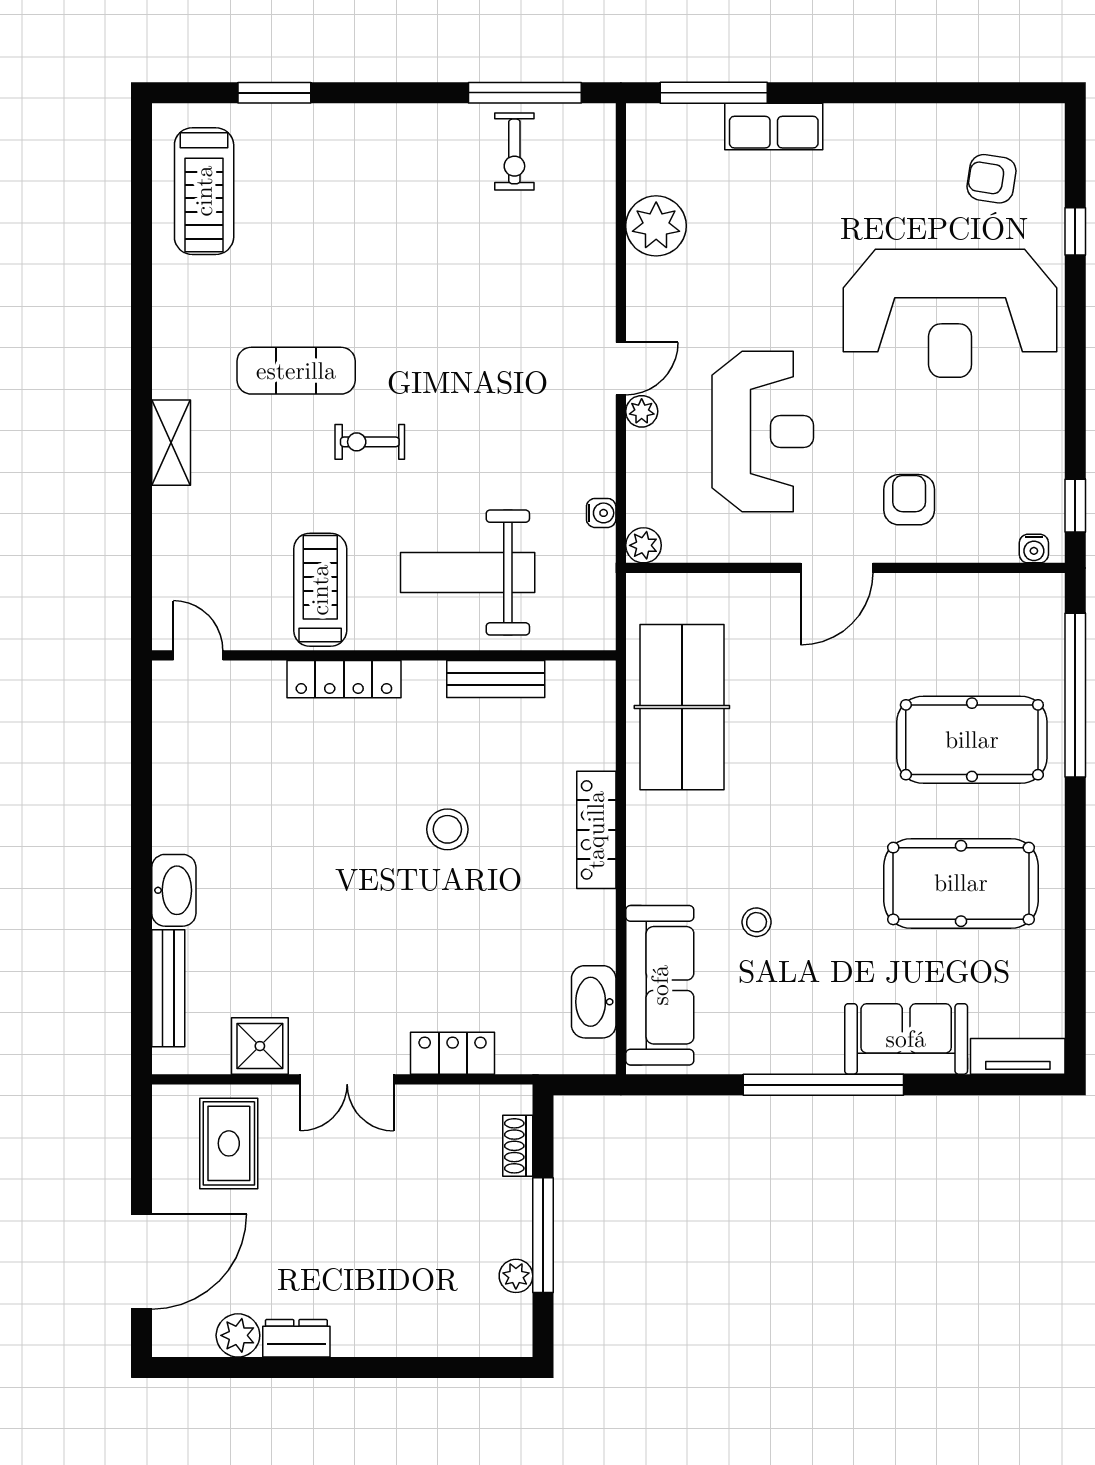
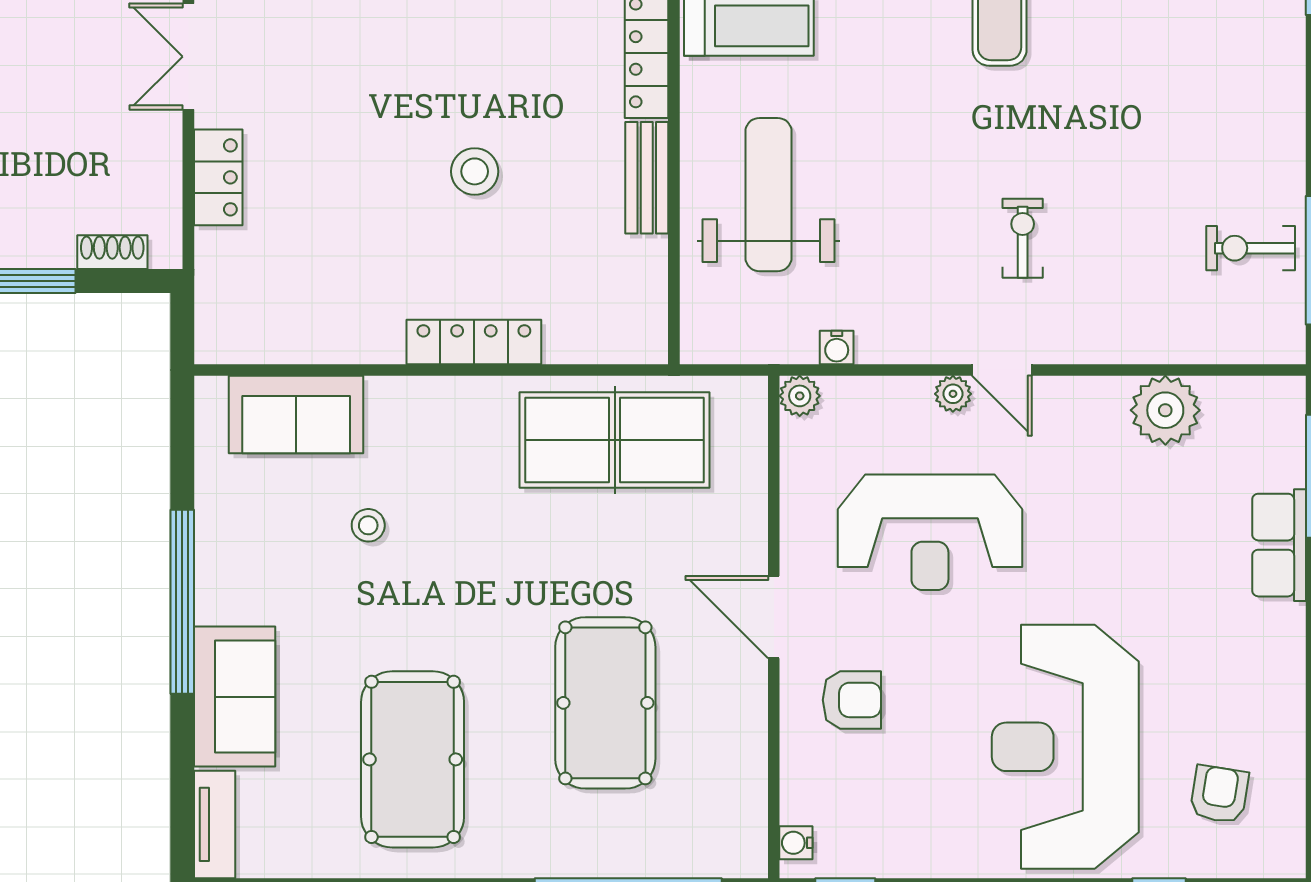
exercise bike: (370, 442) -> (1023, 238), moved
bench: (496, 679) -> (647, 178), moved
pool table: (972, 740) -> (605, 703), moved
sofa: (660, 985) -> (296, 415), width x0.73
washbasin: (594, 1002) -> (277, 339), removed

